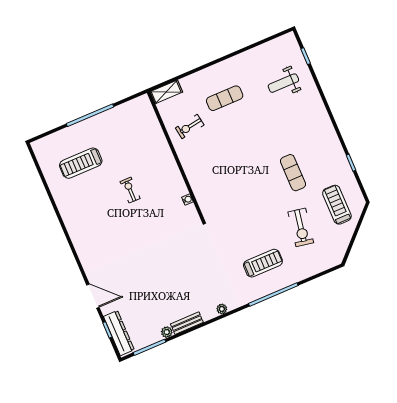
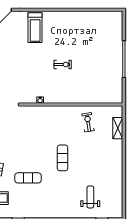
shelving: (166, 92) -> (118, 128), moved
exercise mat: (225, 98) -> (63, 158), moved
treadmill: (81, 163) -> (35, 28), moved, turned 180

